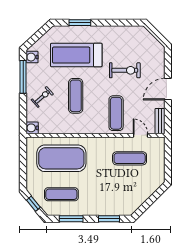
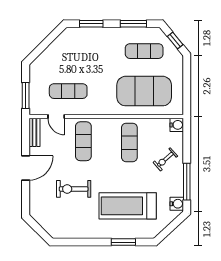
treadmill: (76, 55) -> (128, 206), turned 180
exercise mat: (76, 96) -> (129, 142), moved
window: (168, 154) -> (26, 96), added

